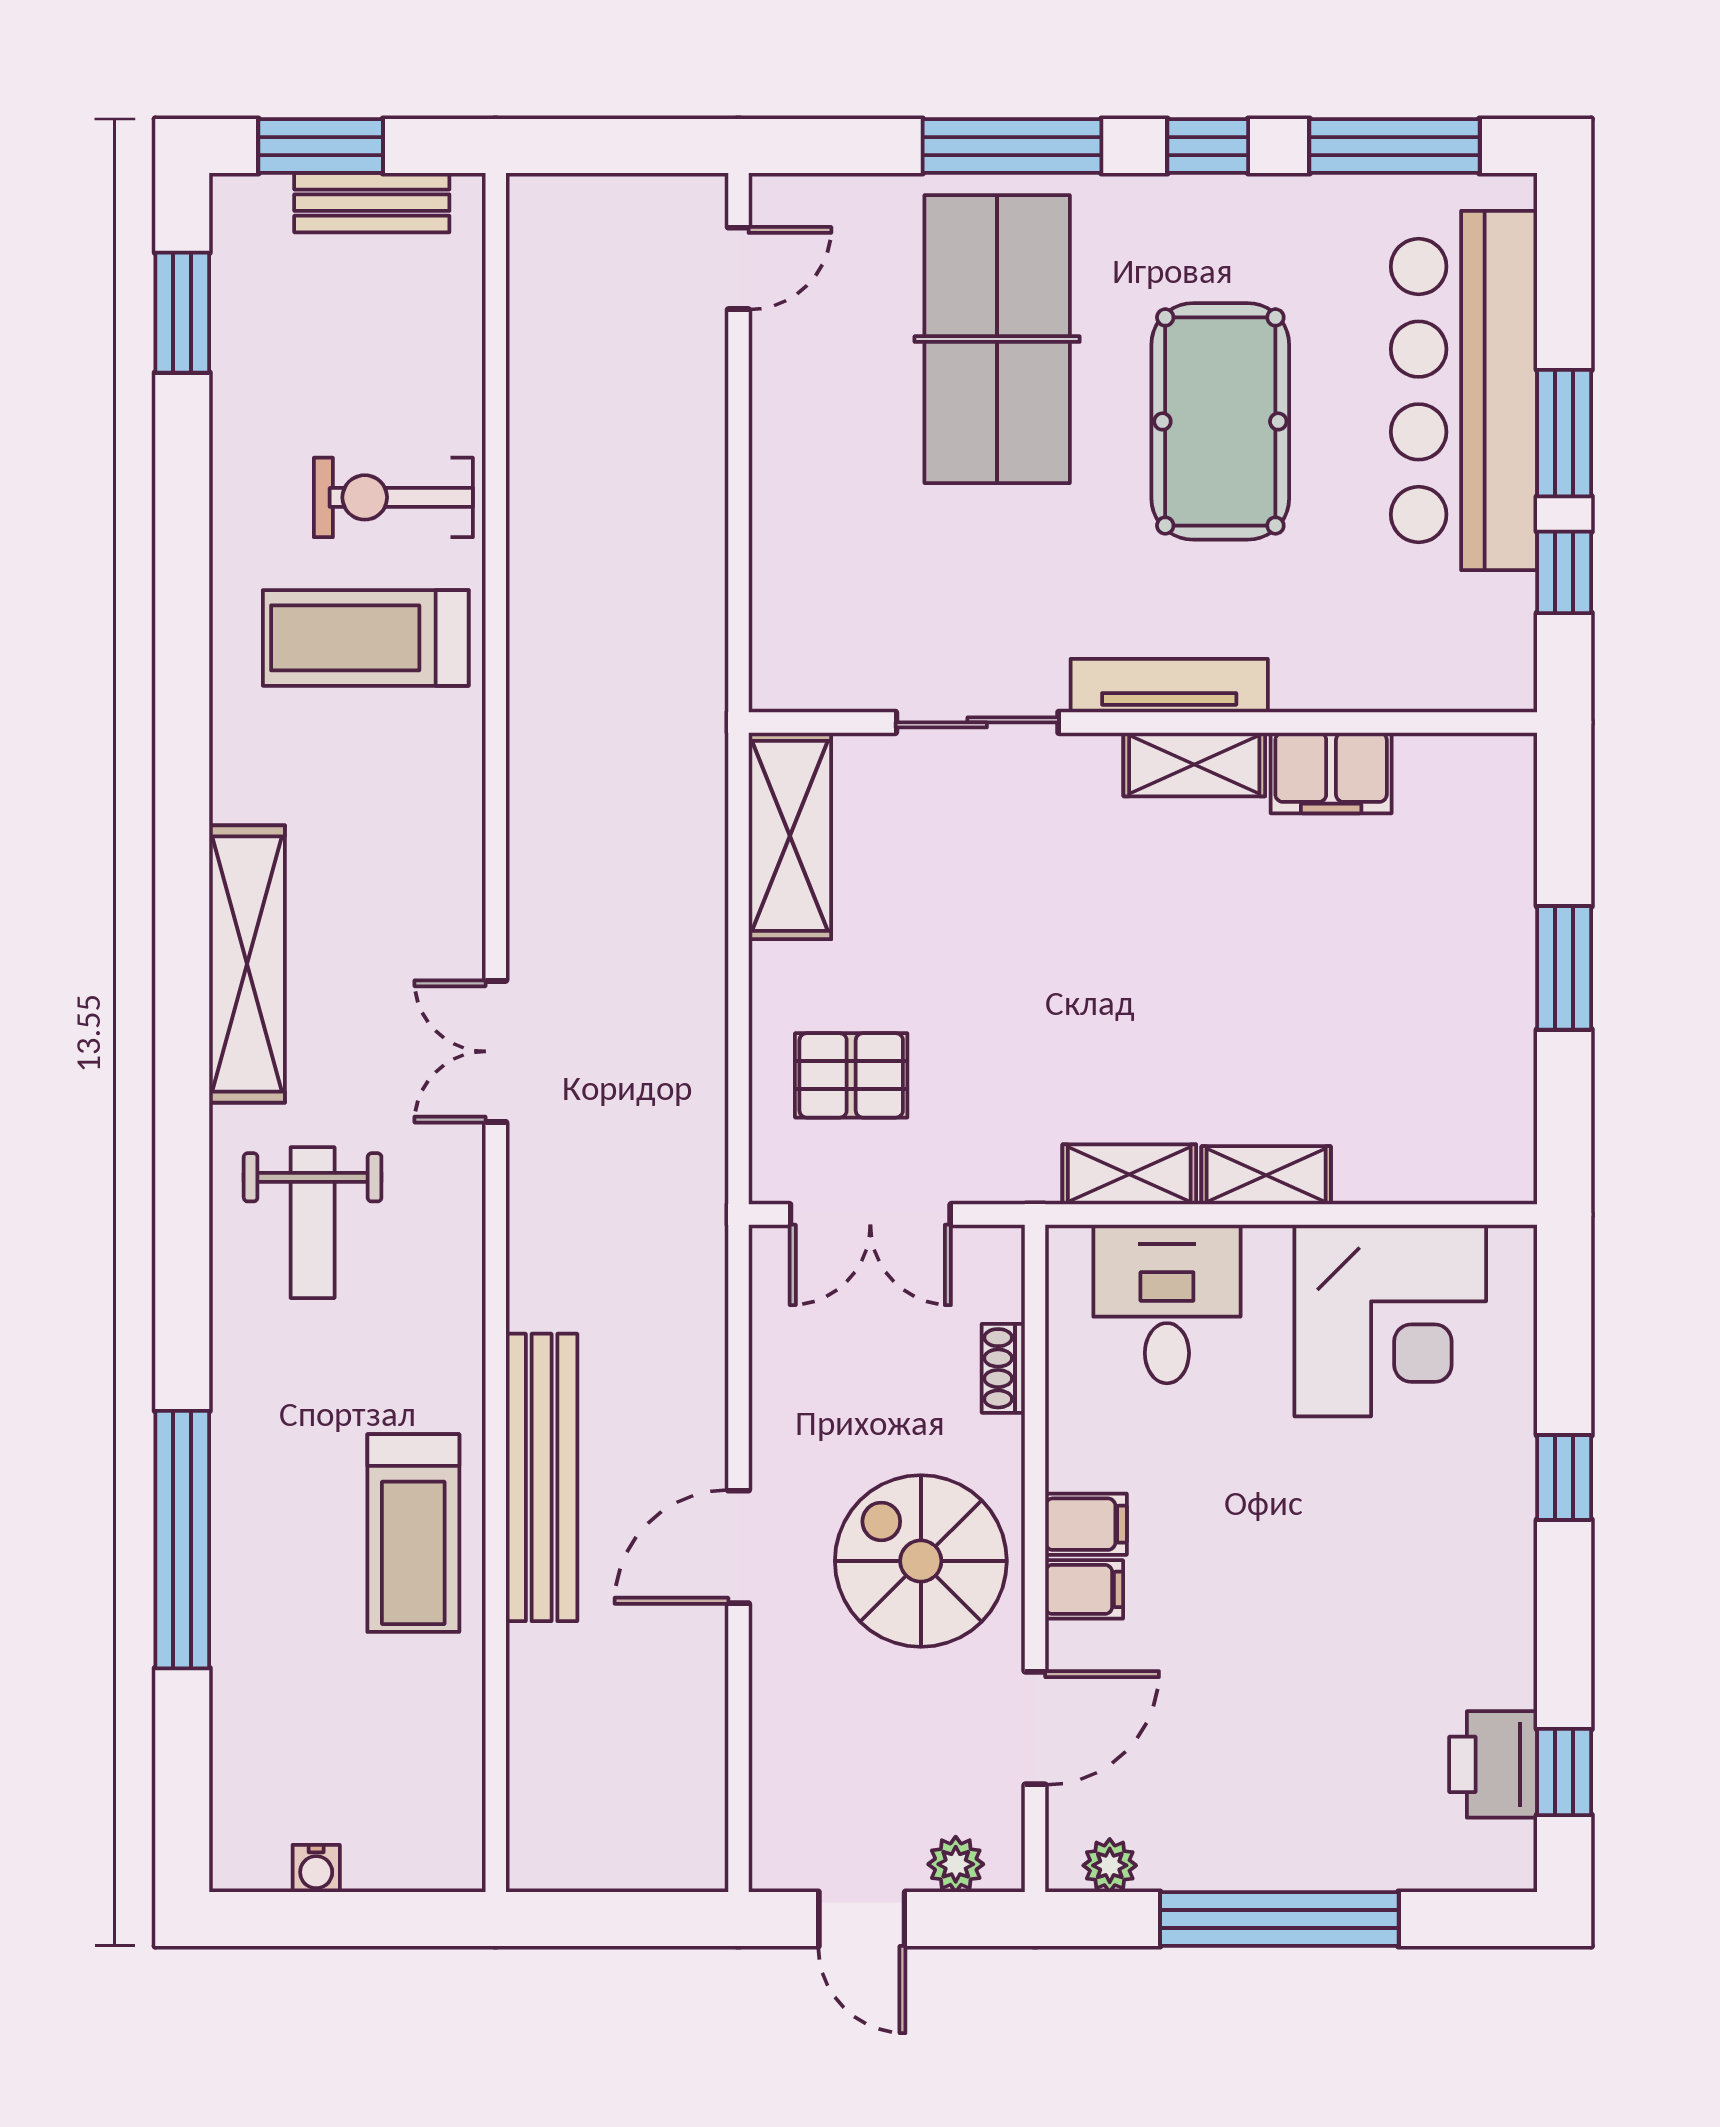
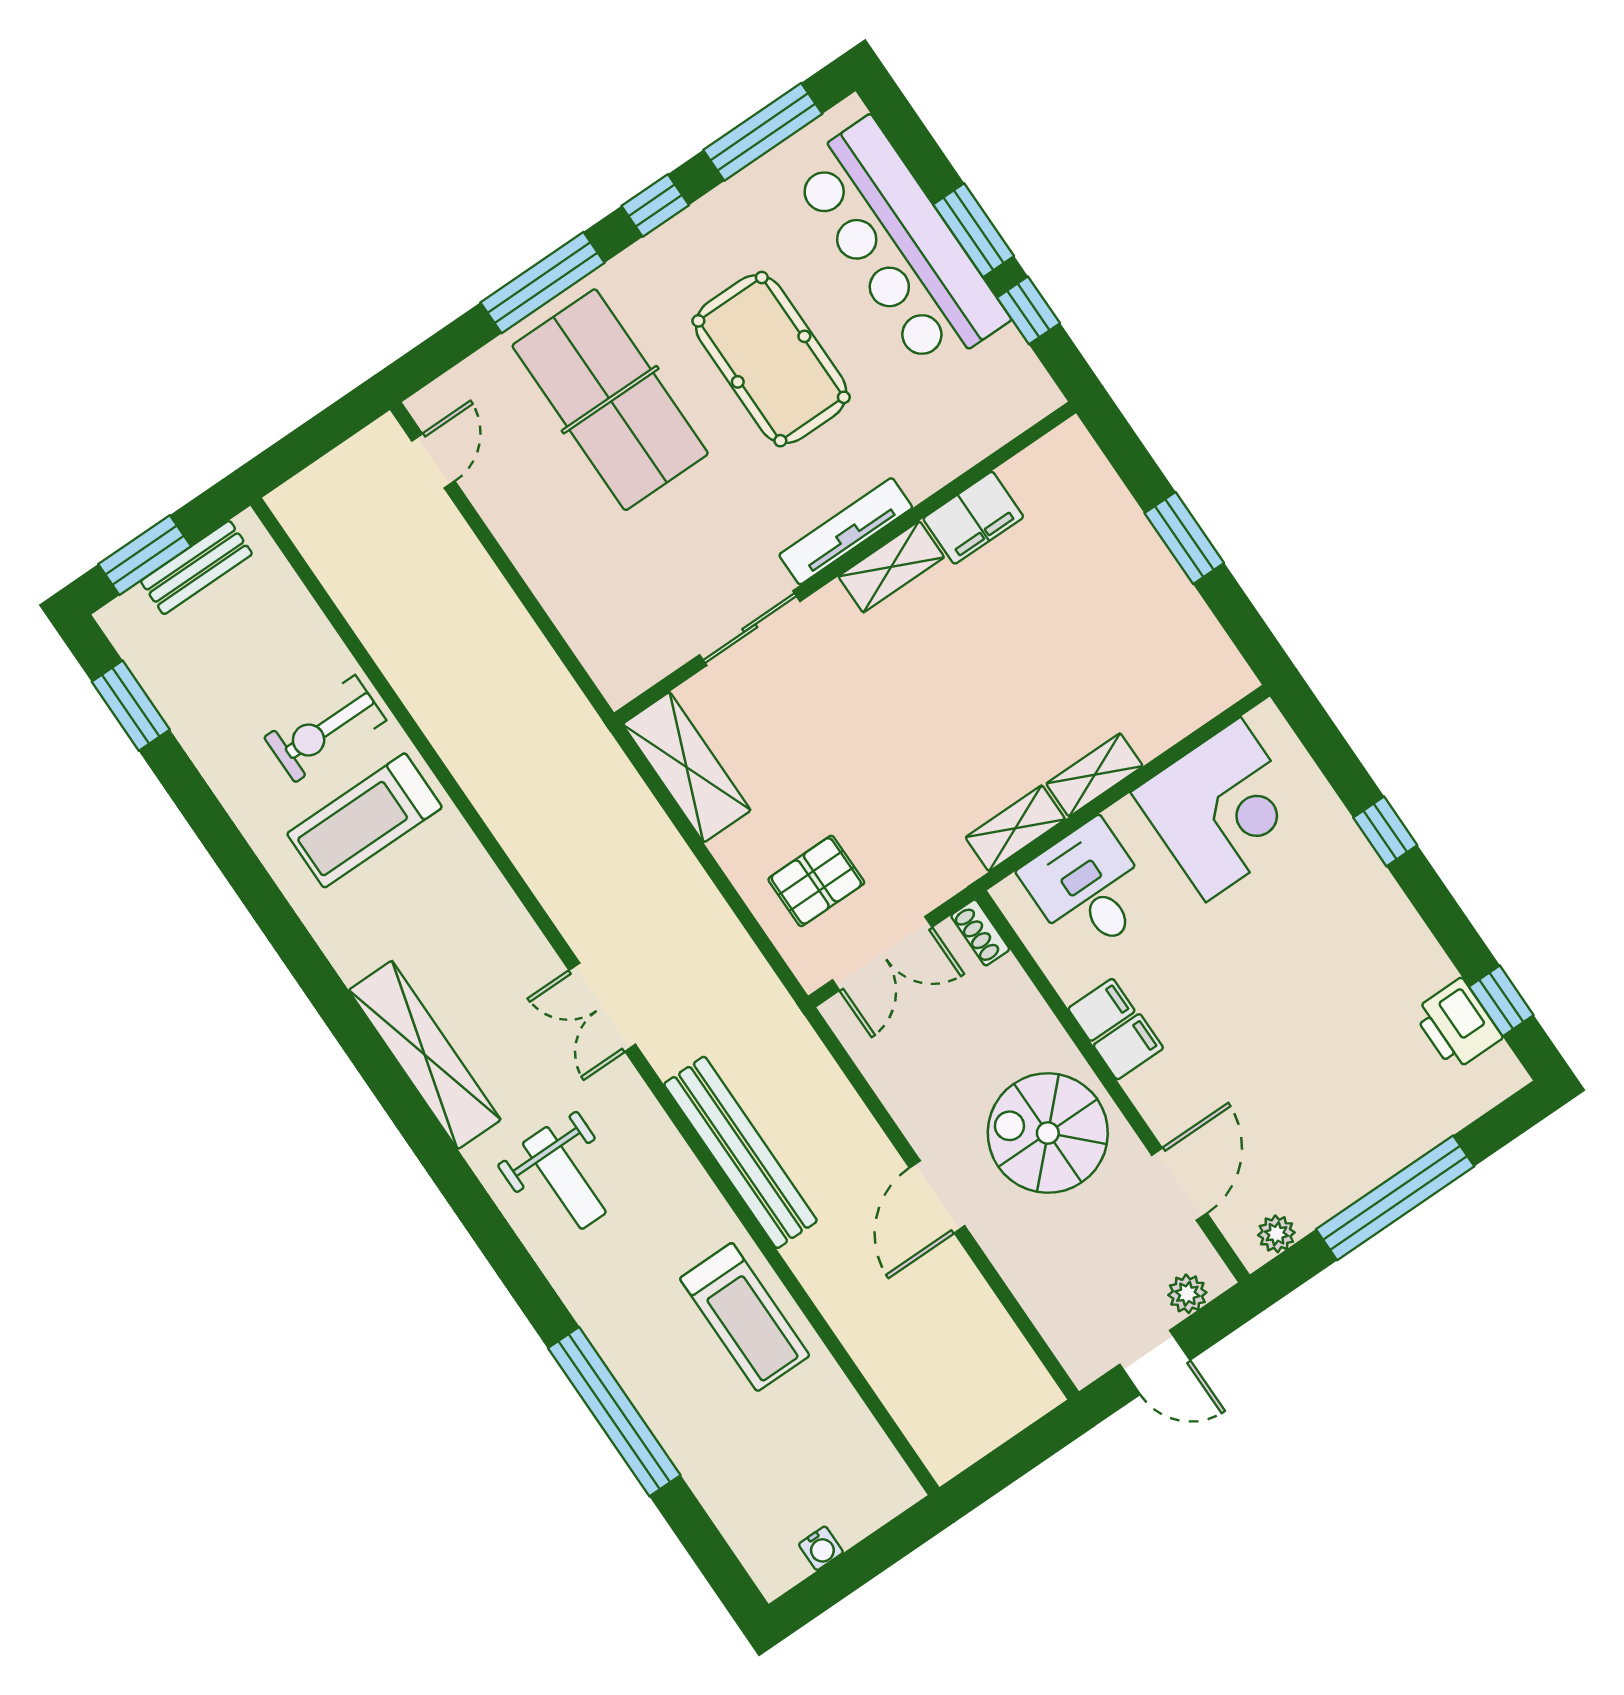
shoe rack: (1003, 1368) -> (980, 933), moved
bench: (542, 1477) -> (740, 1152), moved
filing cabinet: (1084, 1589) -> (1102, 1010), moved

